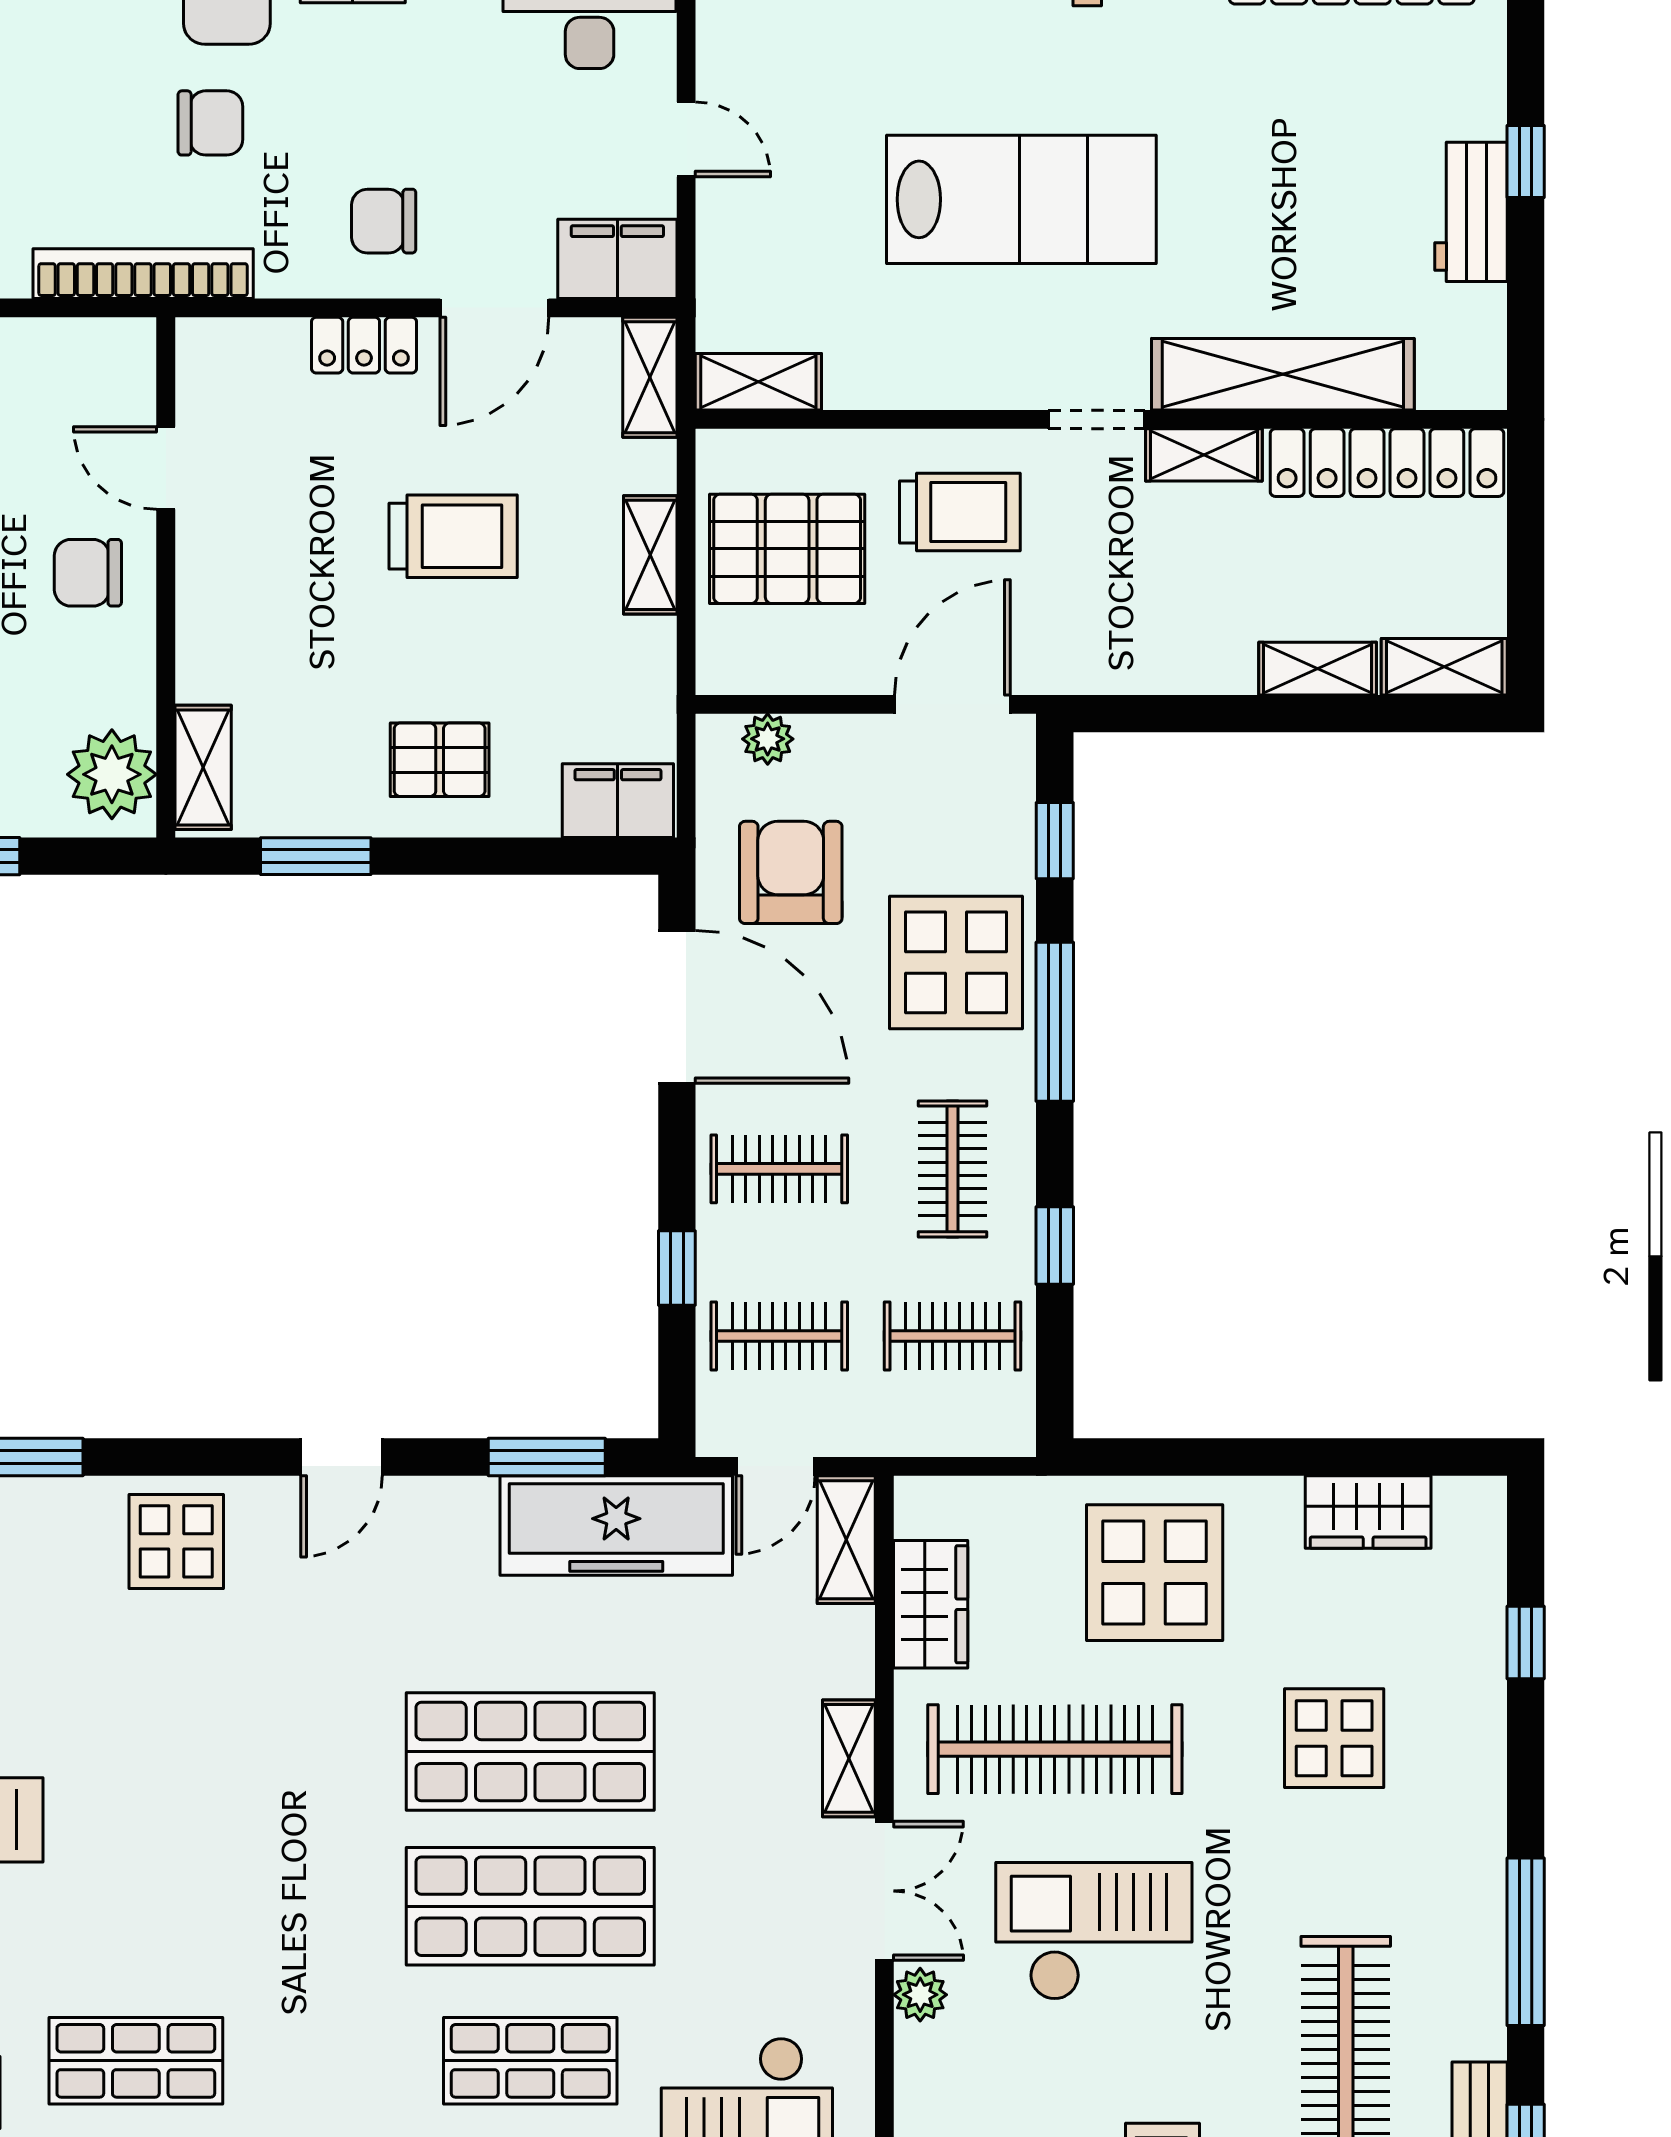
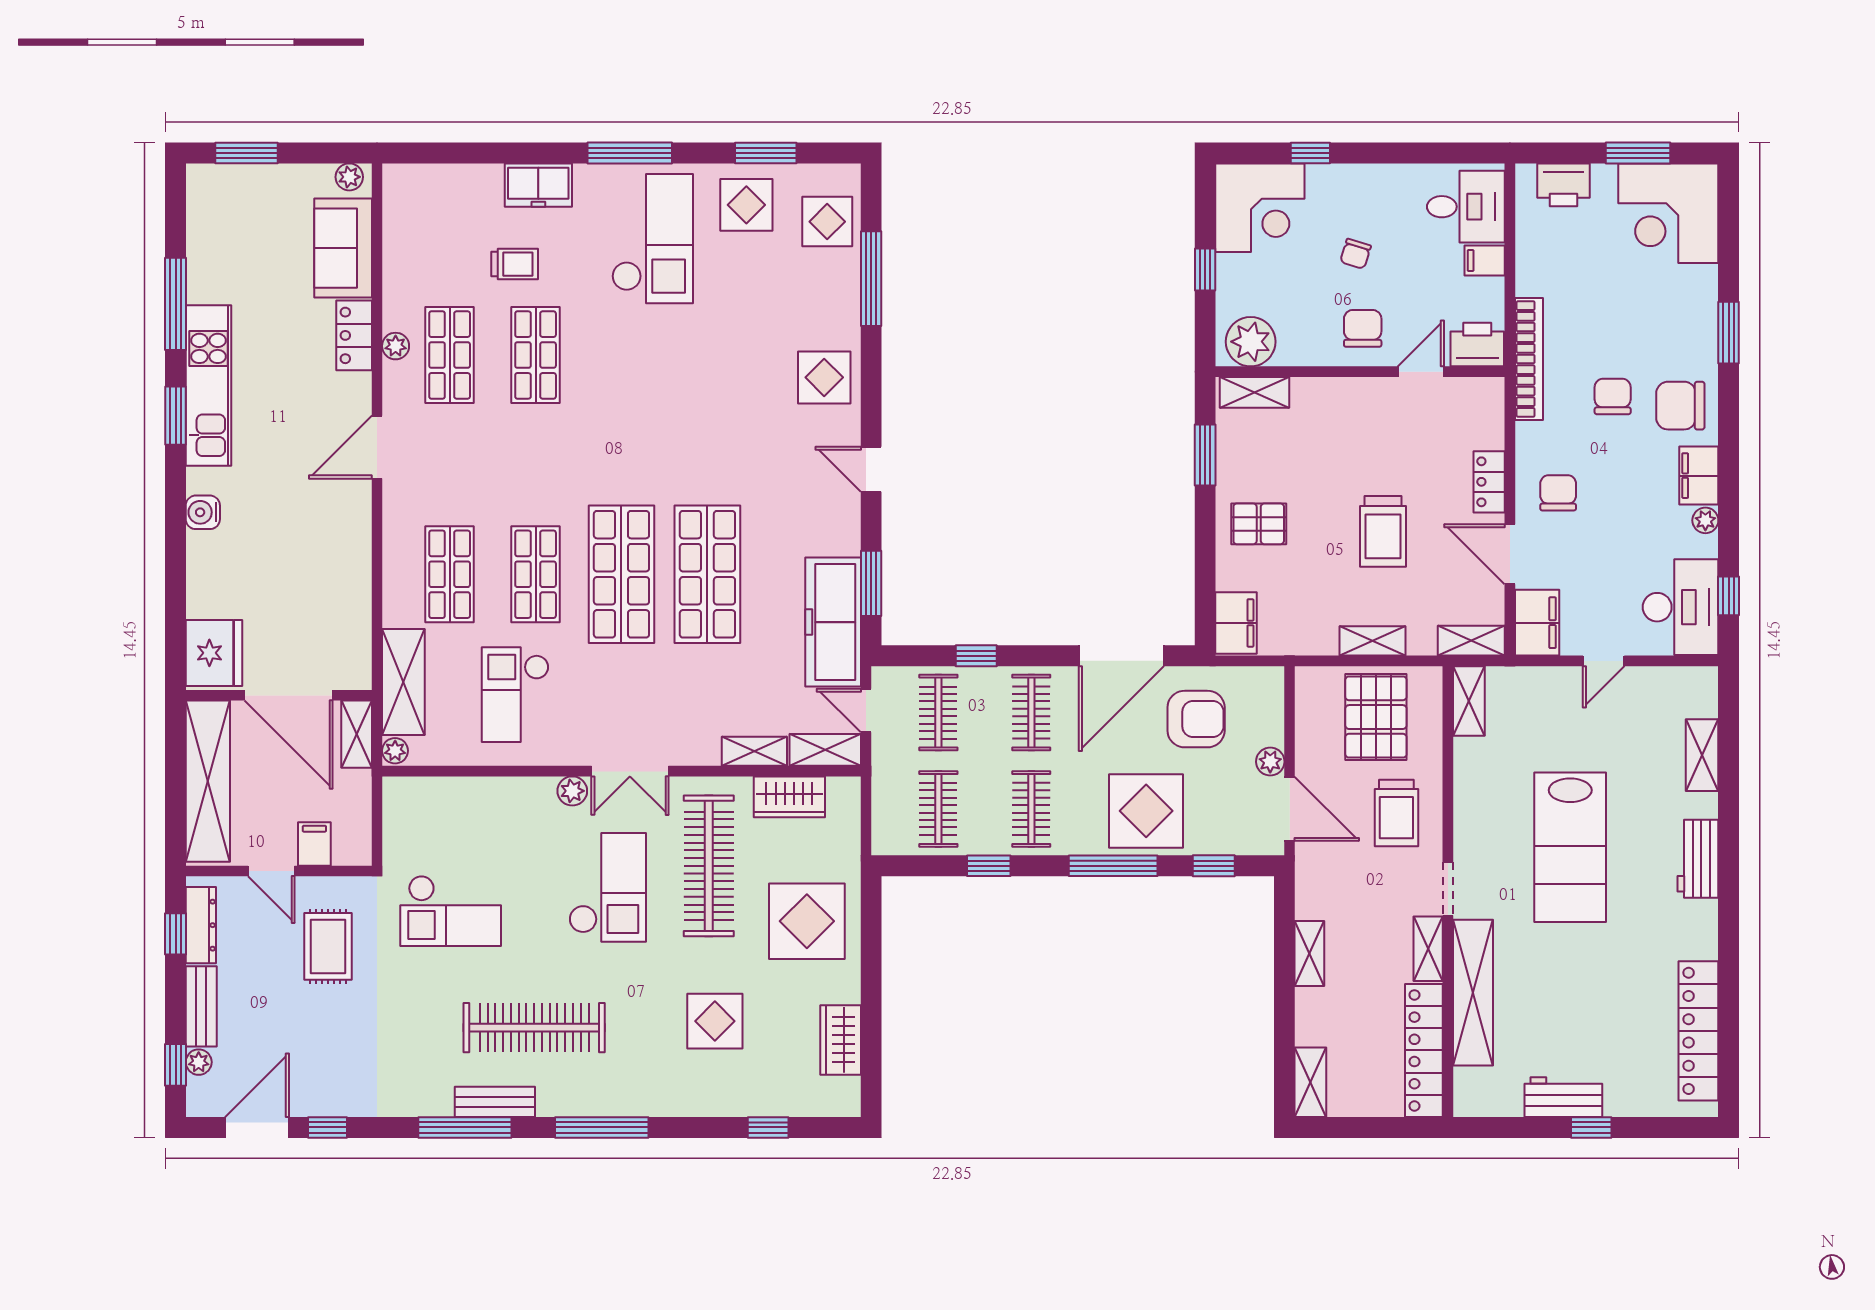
chair: (210, 123) -> (1613, 396), turned 180
printer: (117, 367) -> (1477, 345), added
shelving: (1318, 669) -> (1309, 953), moved
plant: (768, 739) -> (1270, 762), moved
pallet: (440, 760) -> (1259, 524), turned 90
clothes rail: (952, 1169) -> (1031, 809), turned 90
shelving: (849, 1758) -> (754, 751), moved

